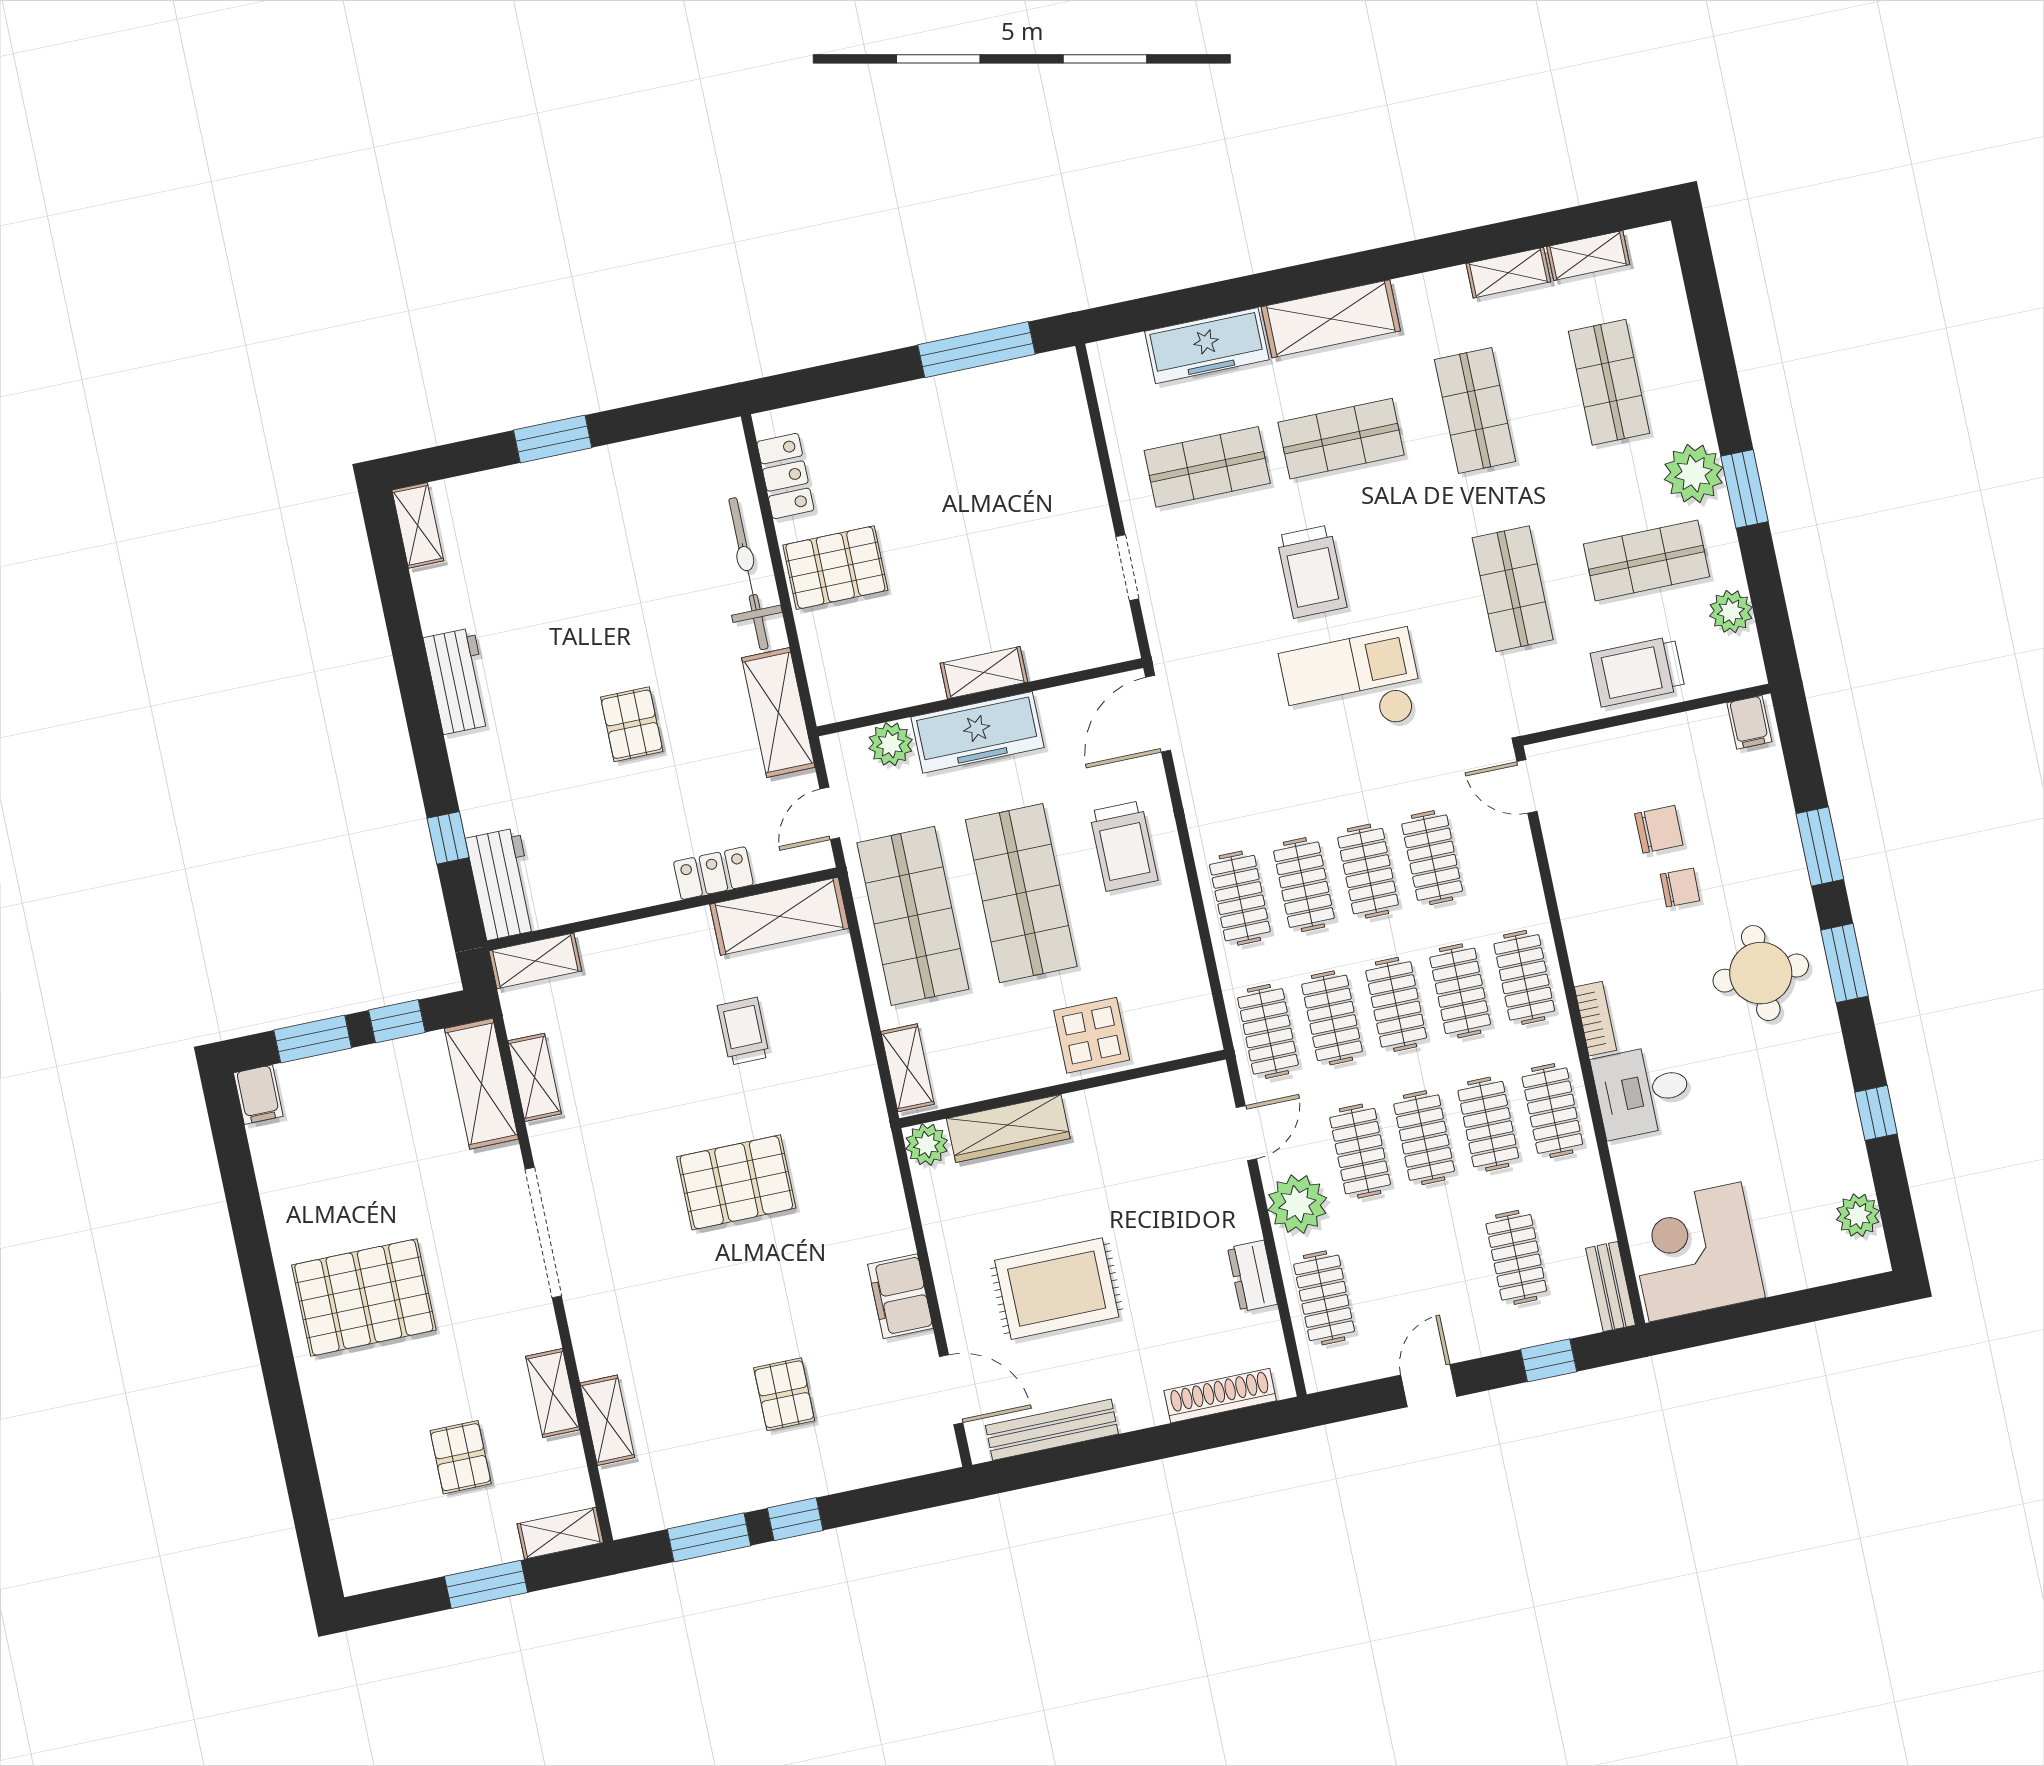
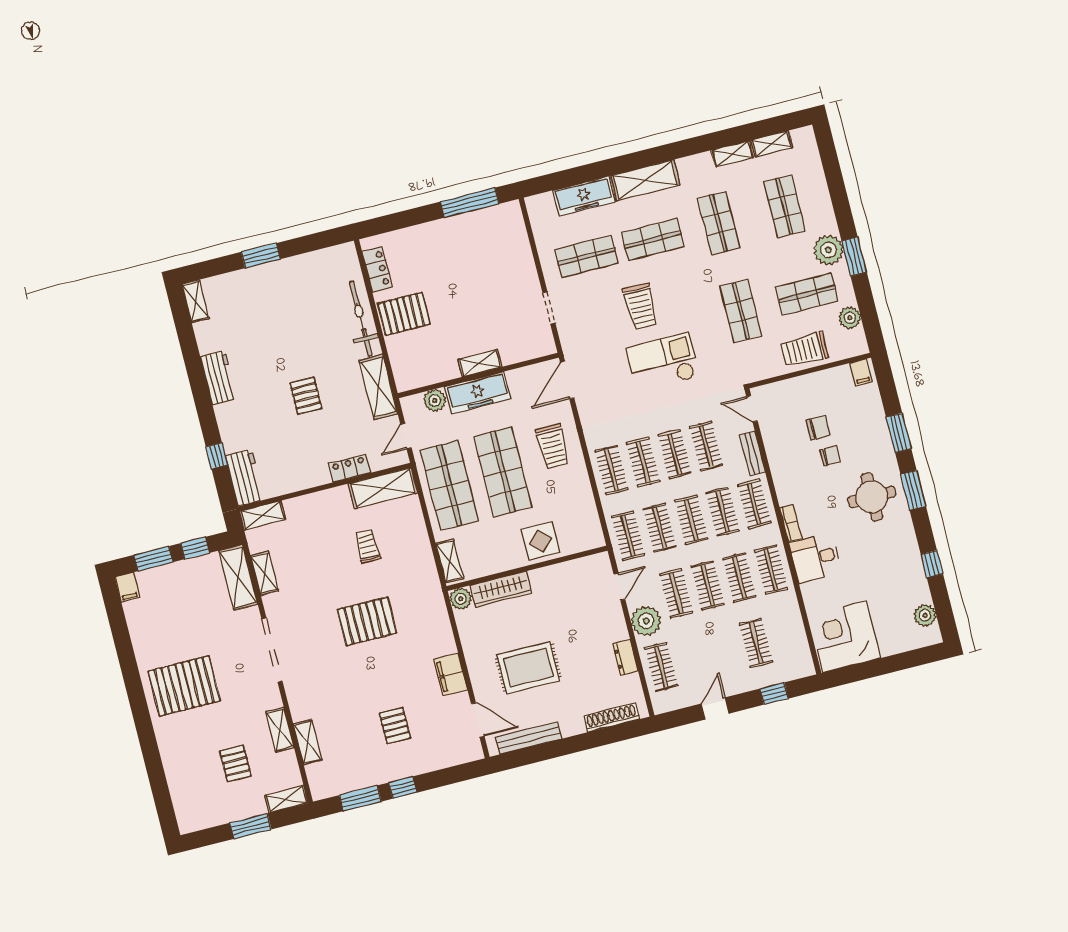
bench: (1611, 1287) -> (752, 453), moved

